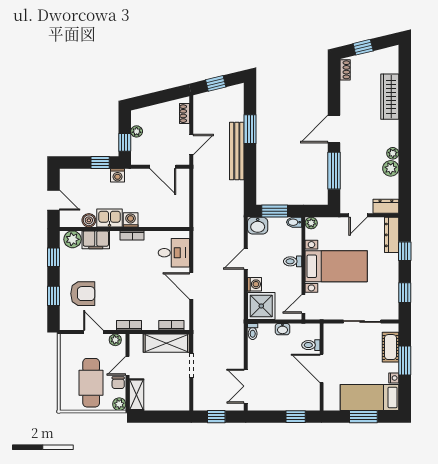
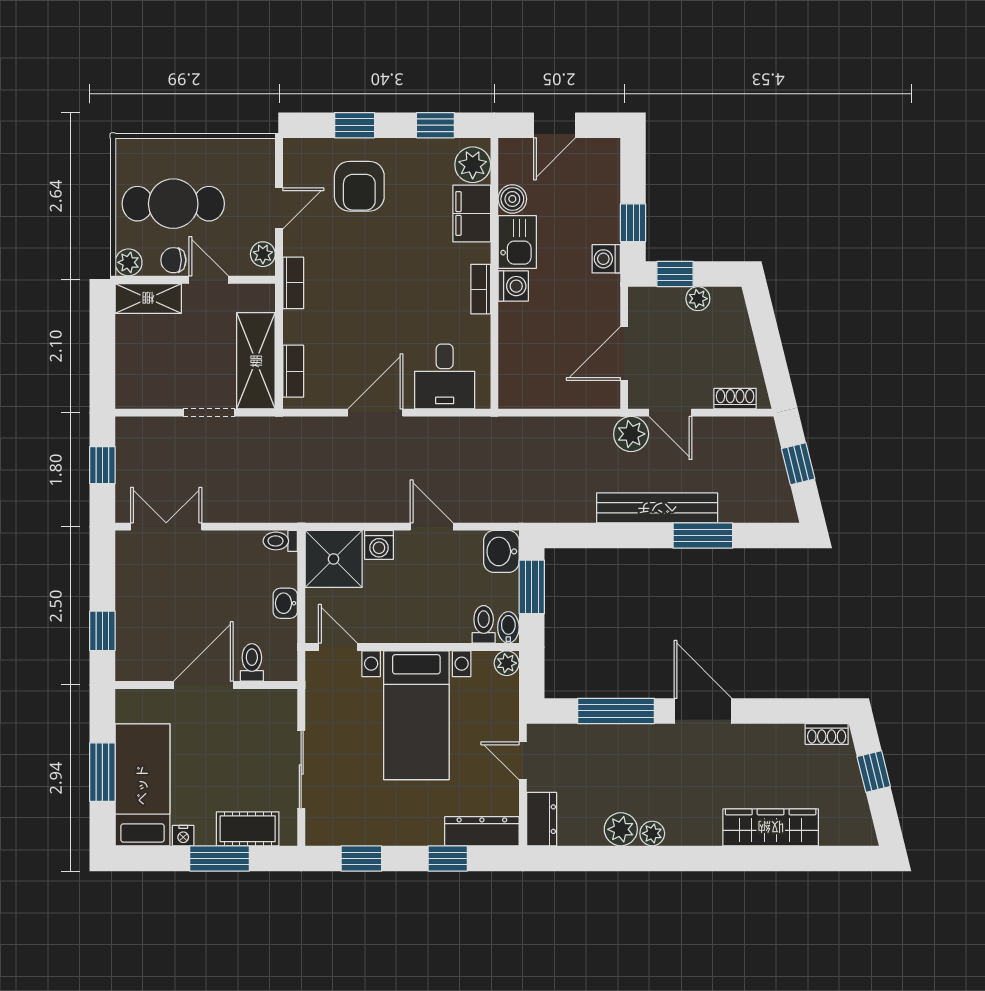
plant: (201, 163) -> (631, 434), added
toilet: (293, 261) -> (484, 624), moved

